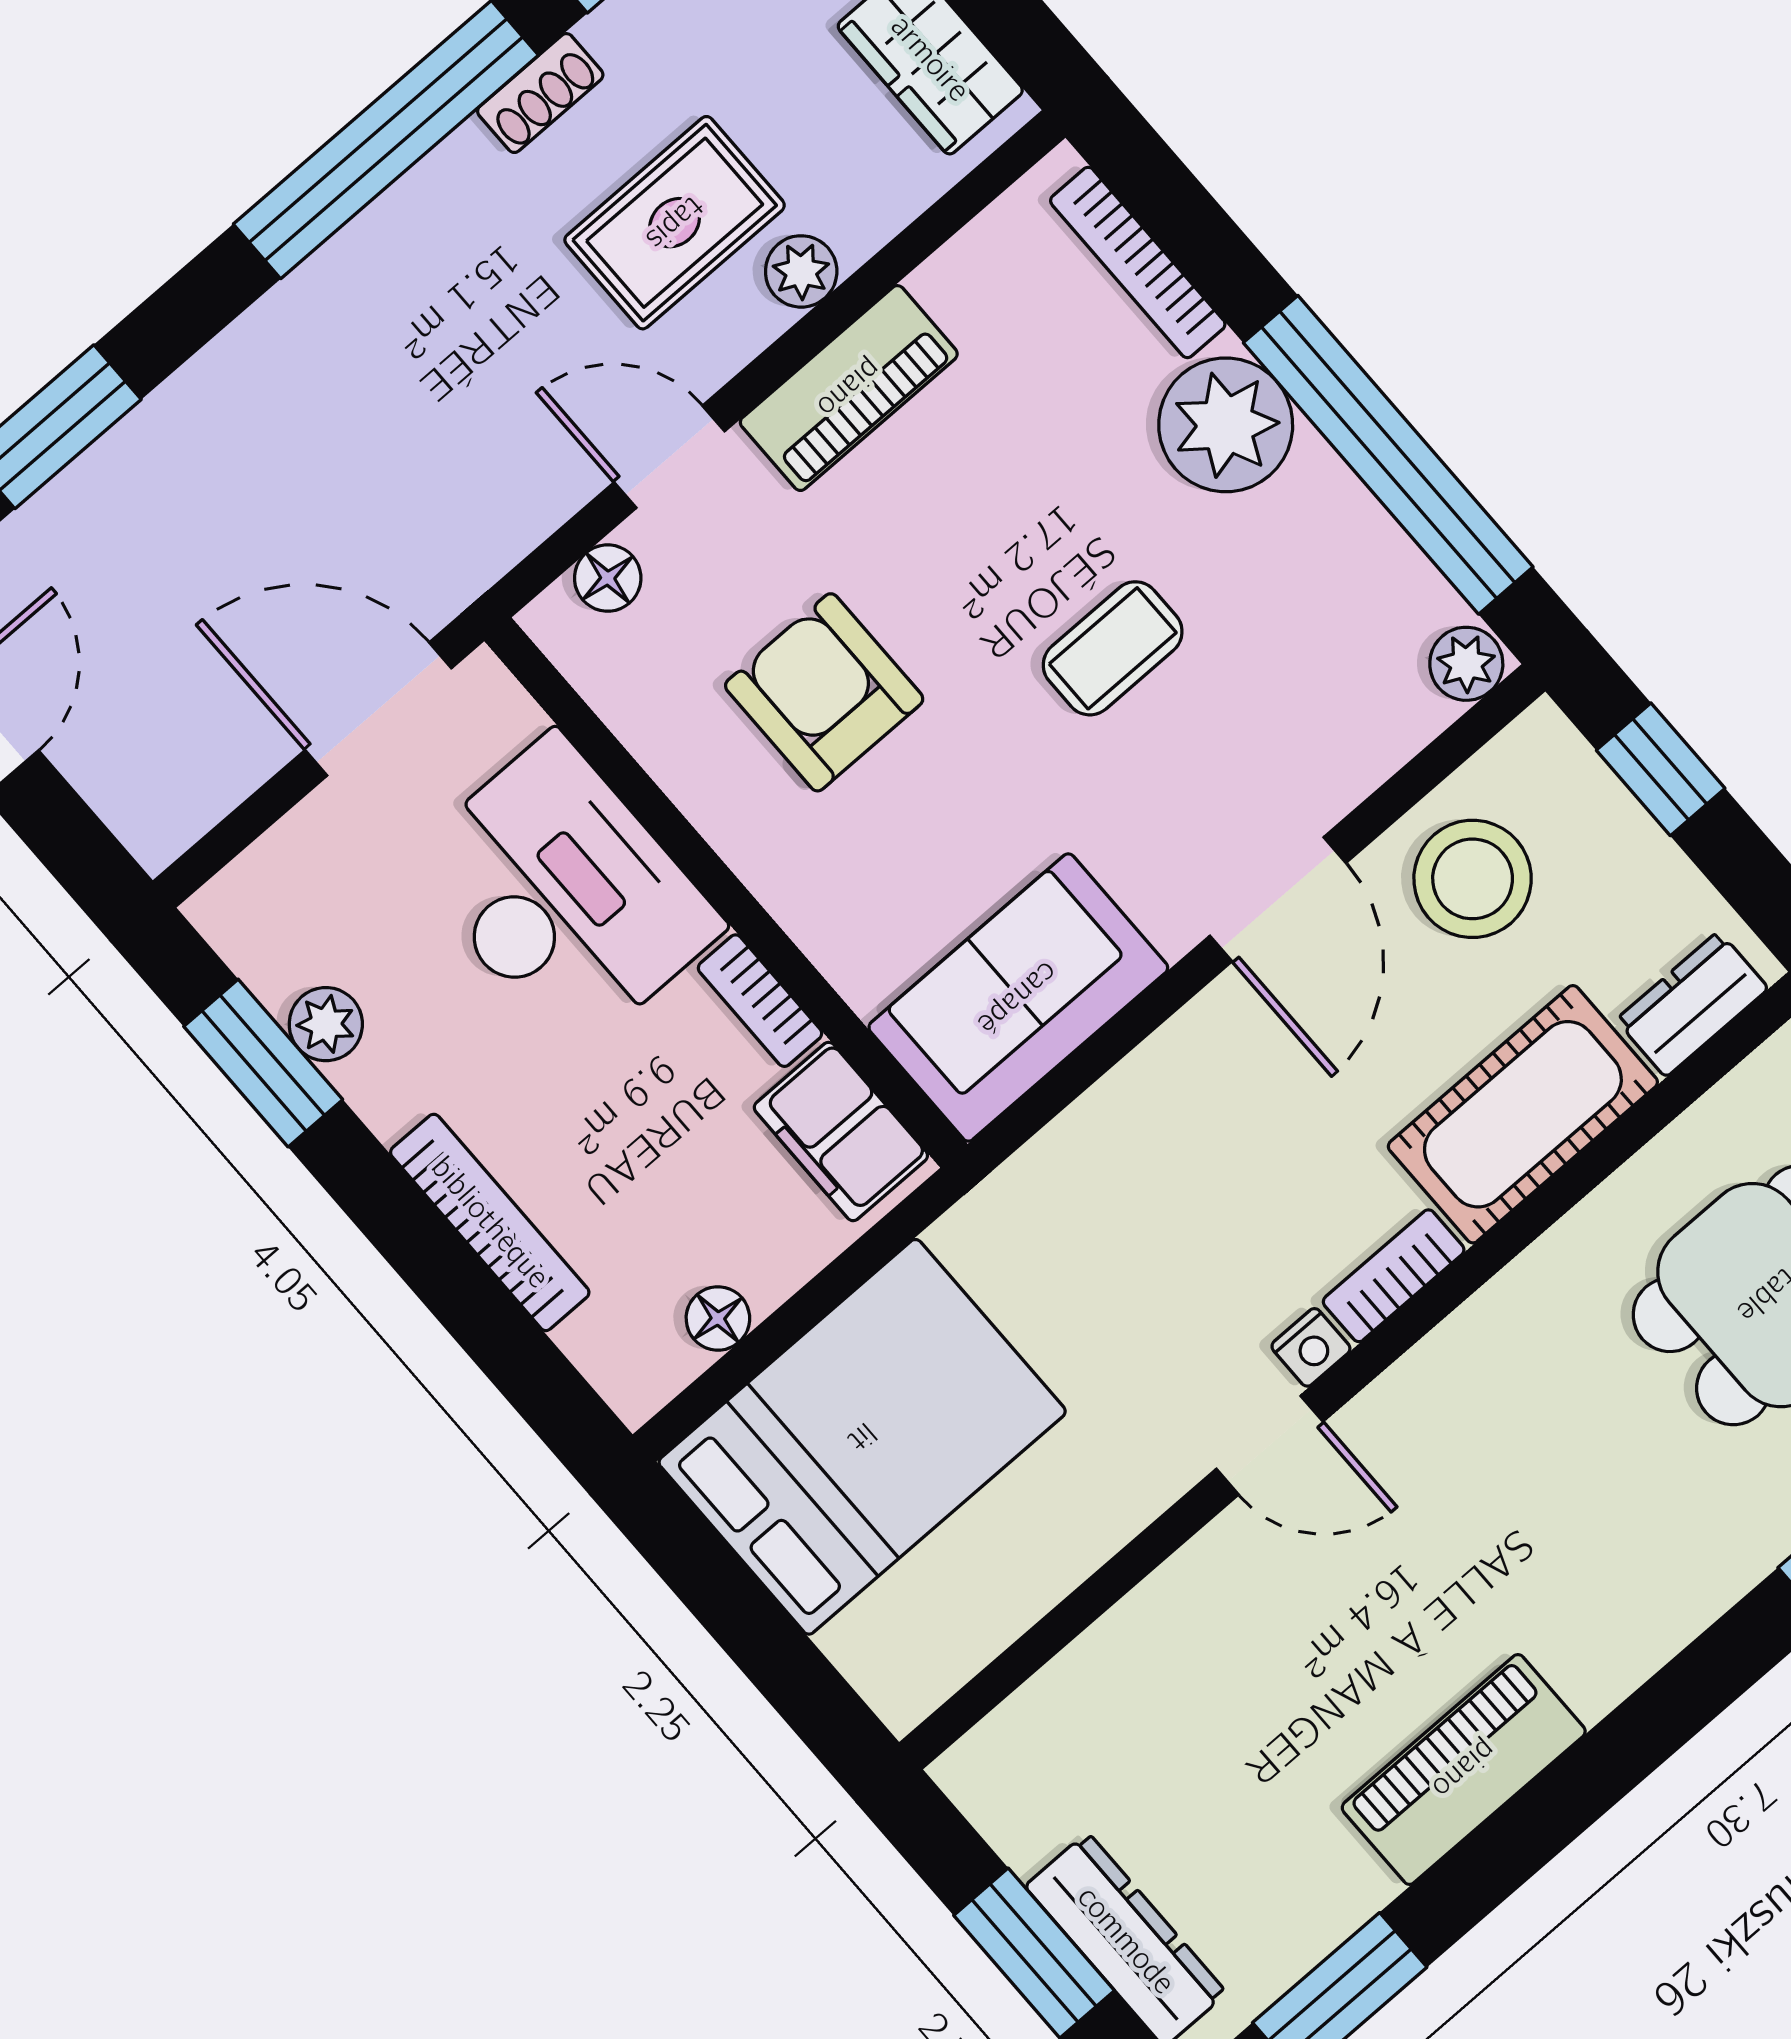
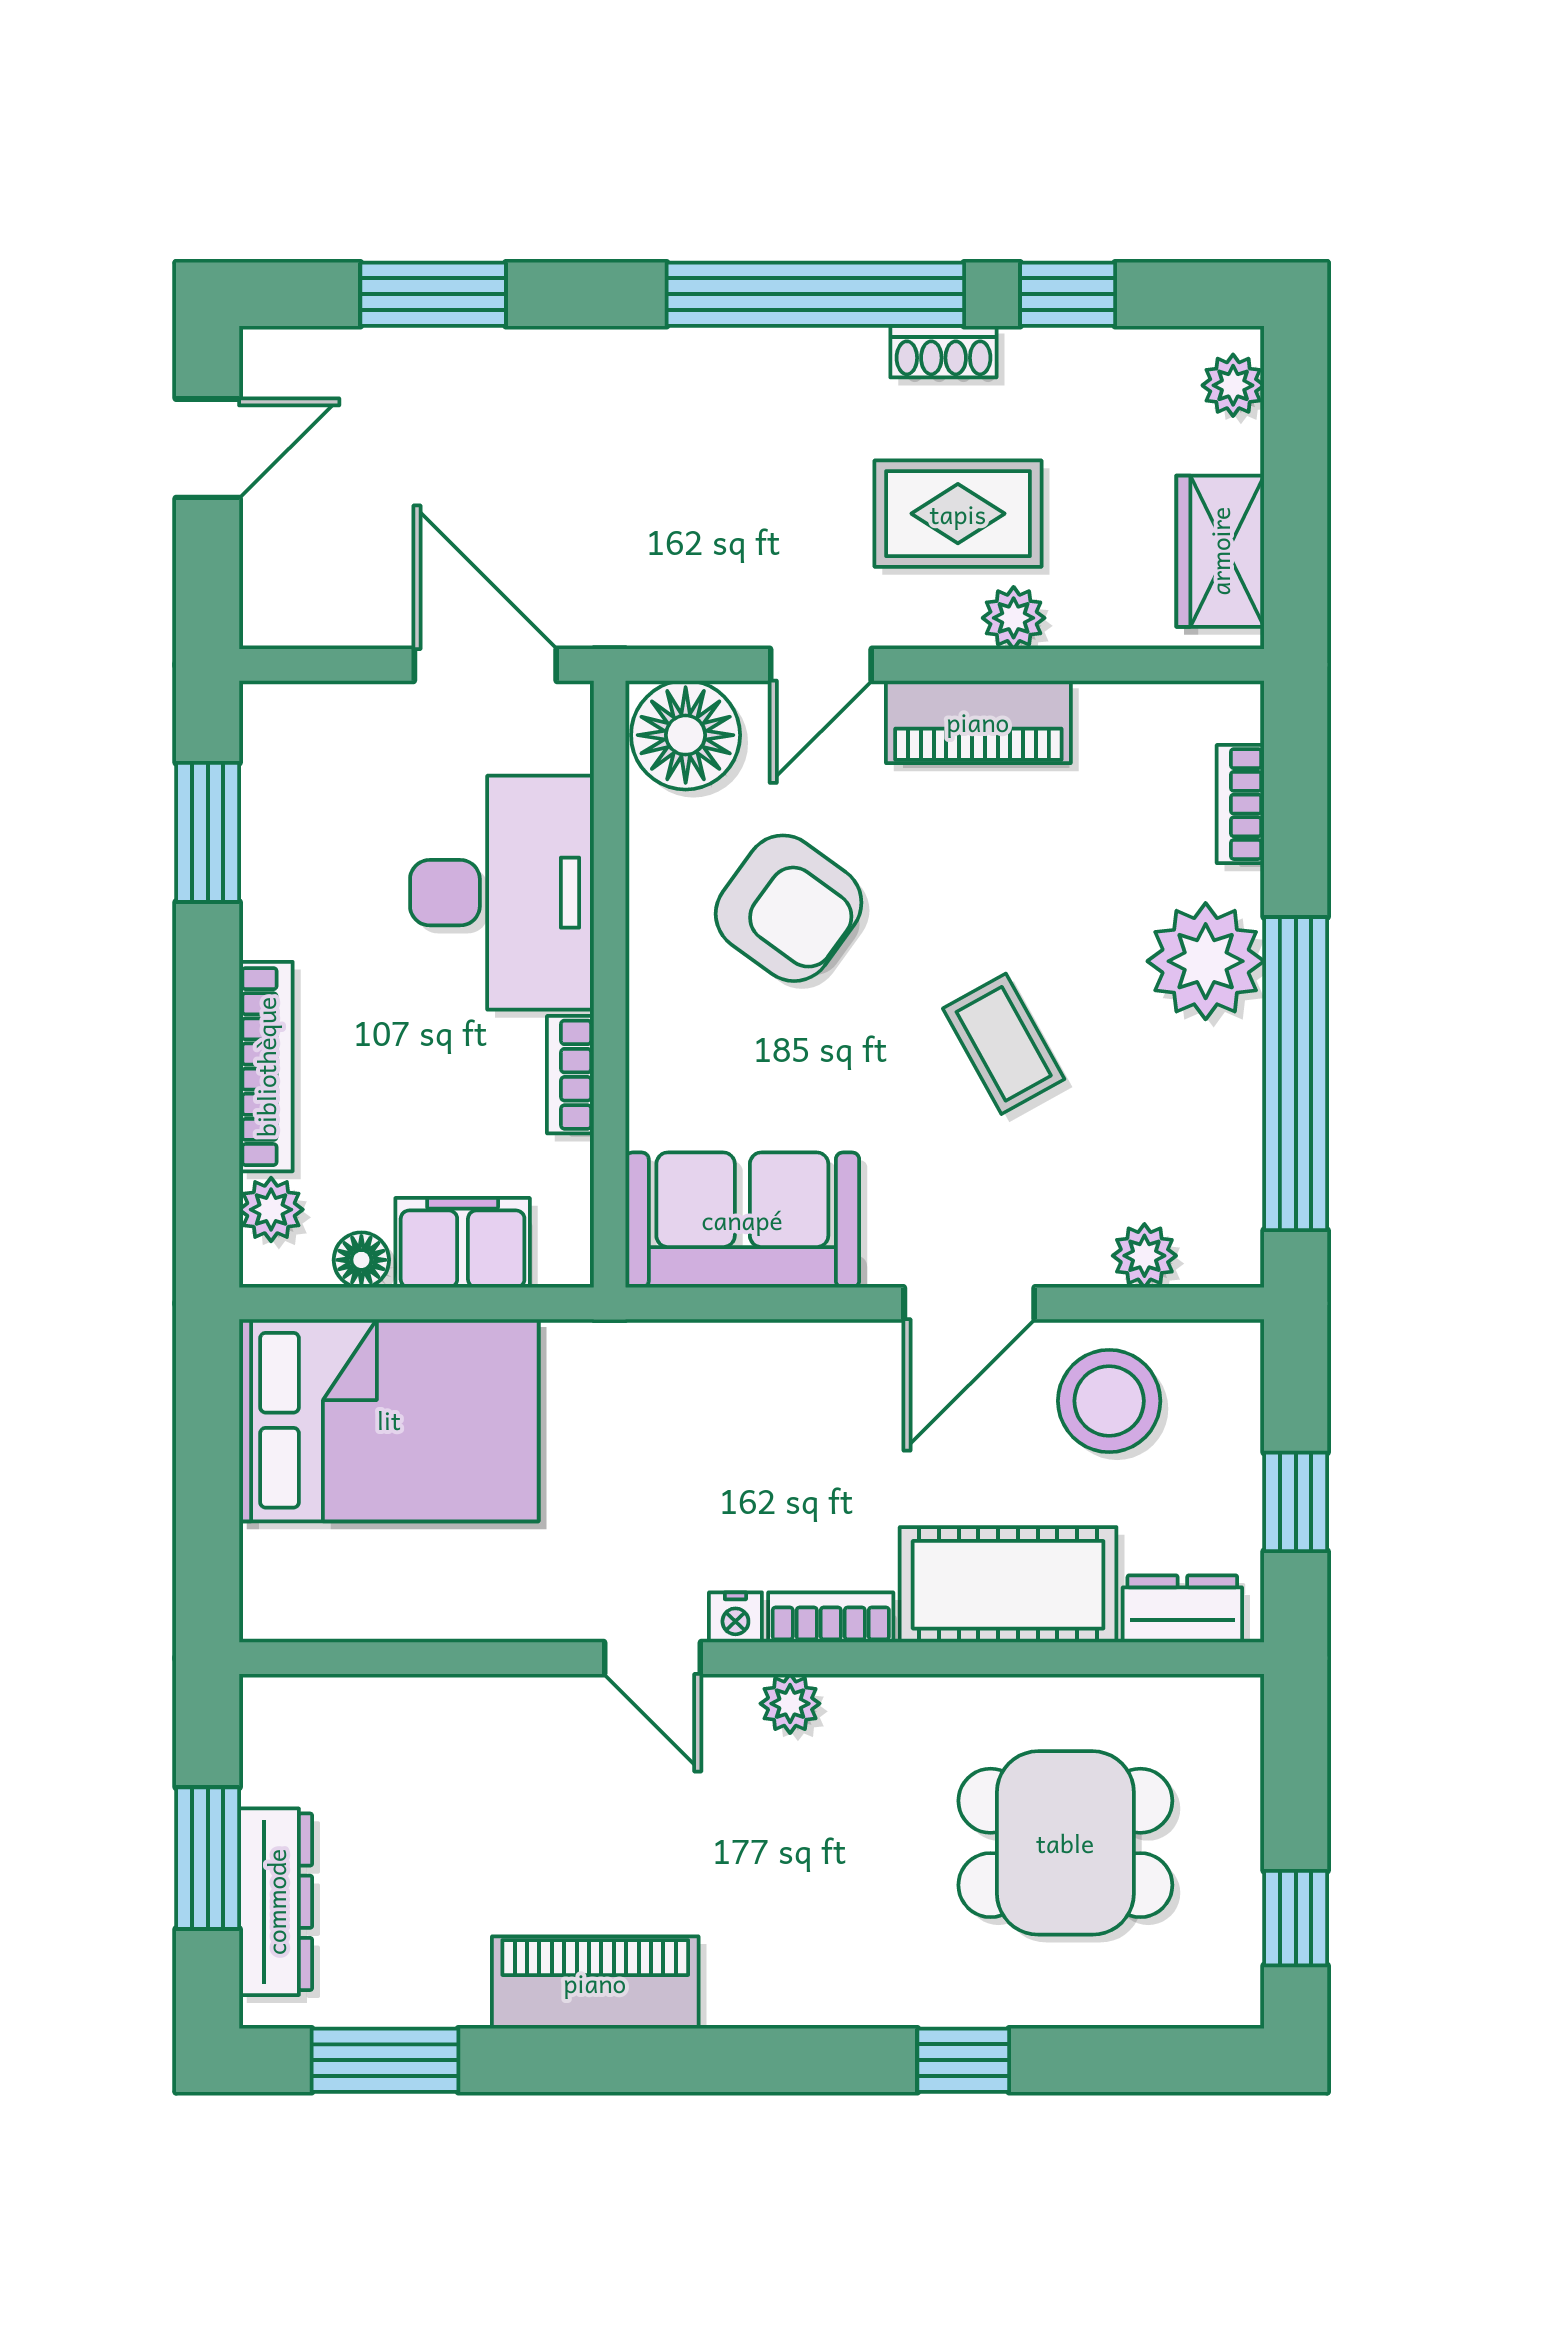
bookcase: (1138, 262) -> (1240, 804), width x0.64
door: (669, 457) -> (821, 665), swing flipped
floor lamp: (608, 578) -> (686, 735), width x1.89, depth x1.89
coffee table: (1113, 648) -> (1004, 1044), turned 61
plant: (1466, 664) -> (1144, 1256), moved
armchair: (824, 692) -> (789, 908), turned 126
window: (1661, 769) -> (1296, 1502), moved
plant: (326, 1024) -> (271, 1210), moved
filing cabinet: (841, 1132) -> (463, 1243), moved, turned 90
plant: (1423, 1381) -> (790, 1704), added

